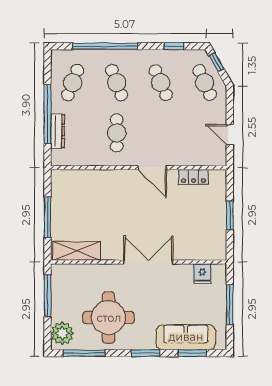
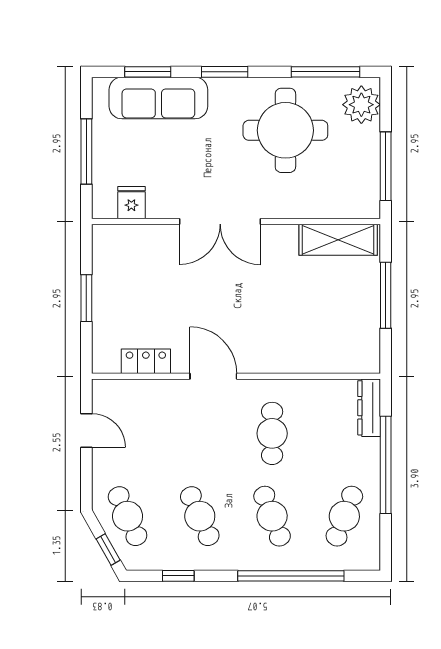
dresser: (58, 131) -> (369, 408), moved

